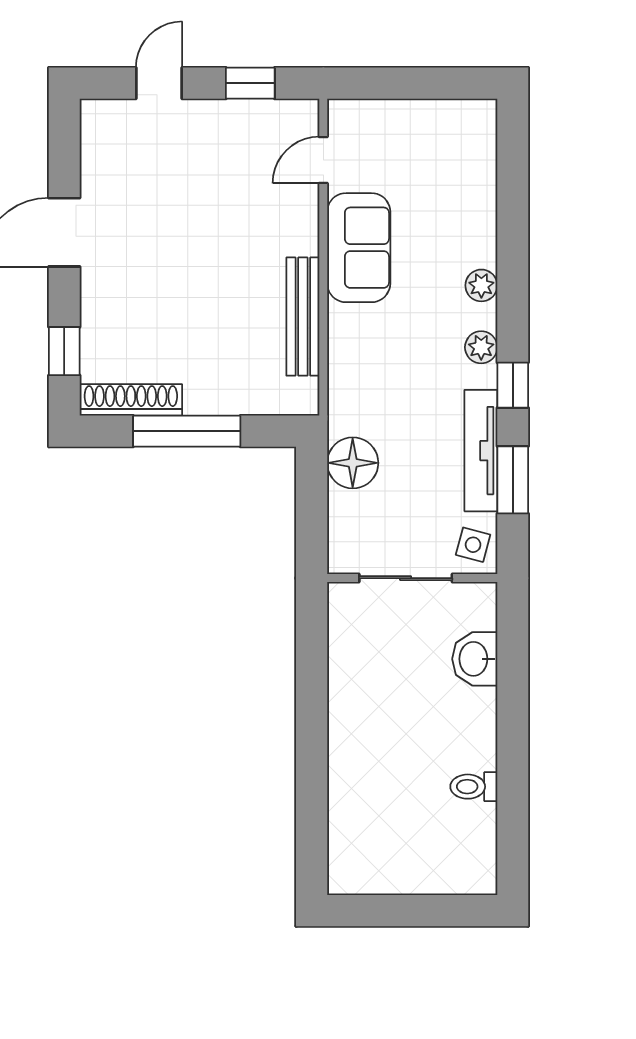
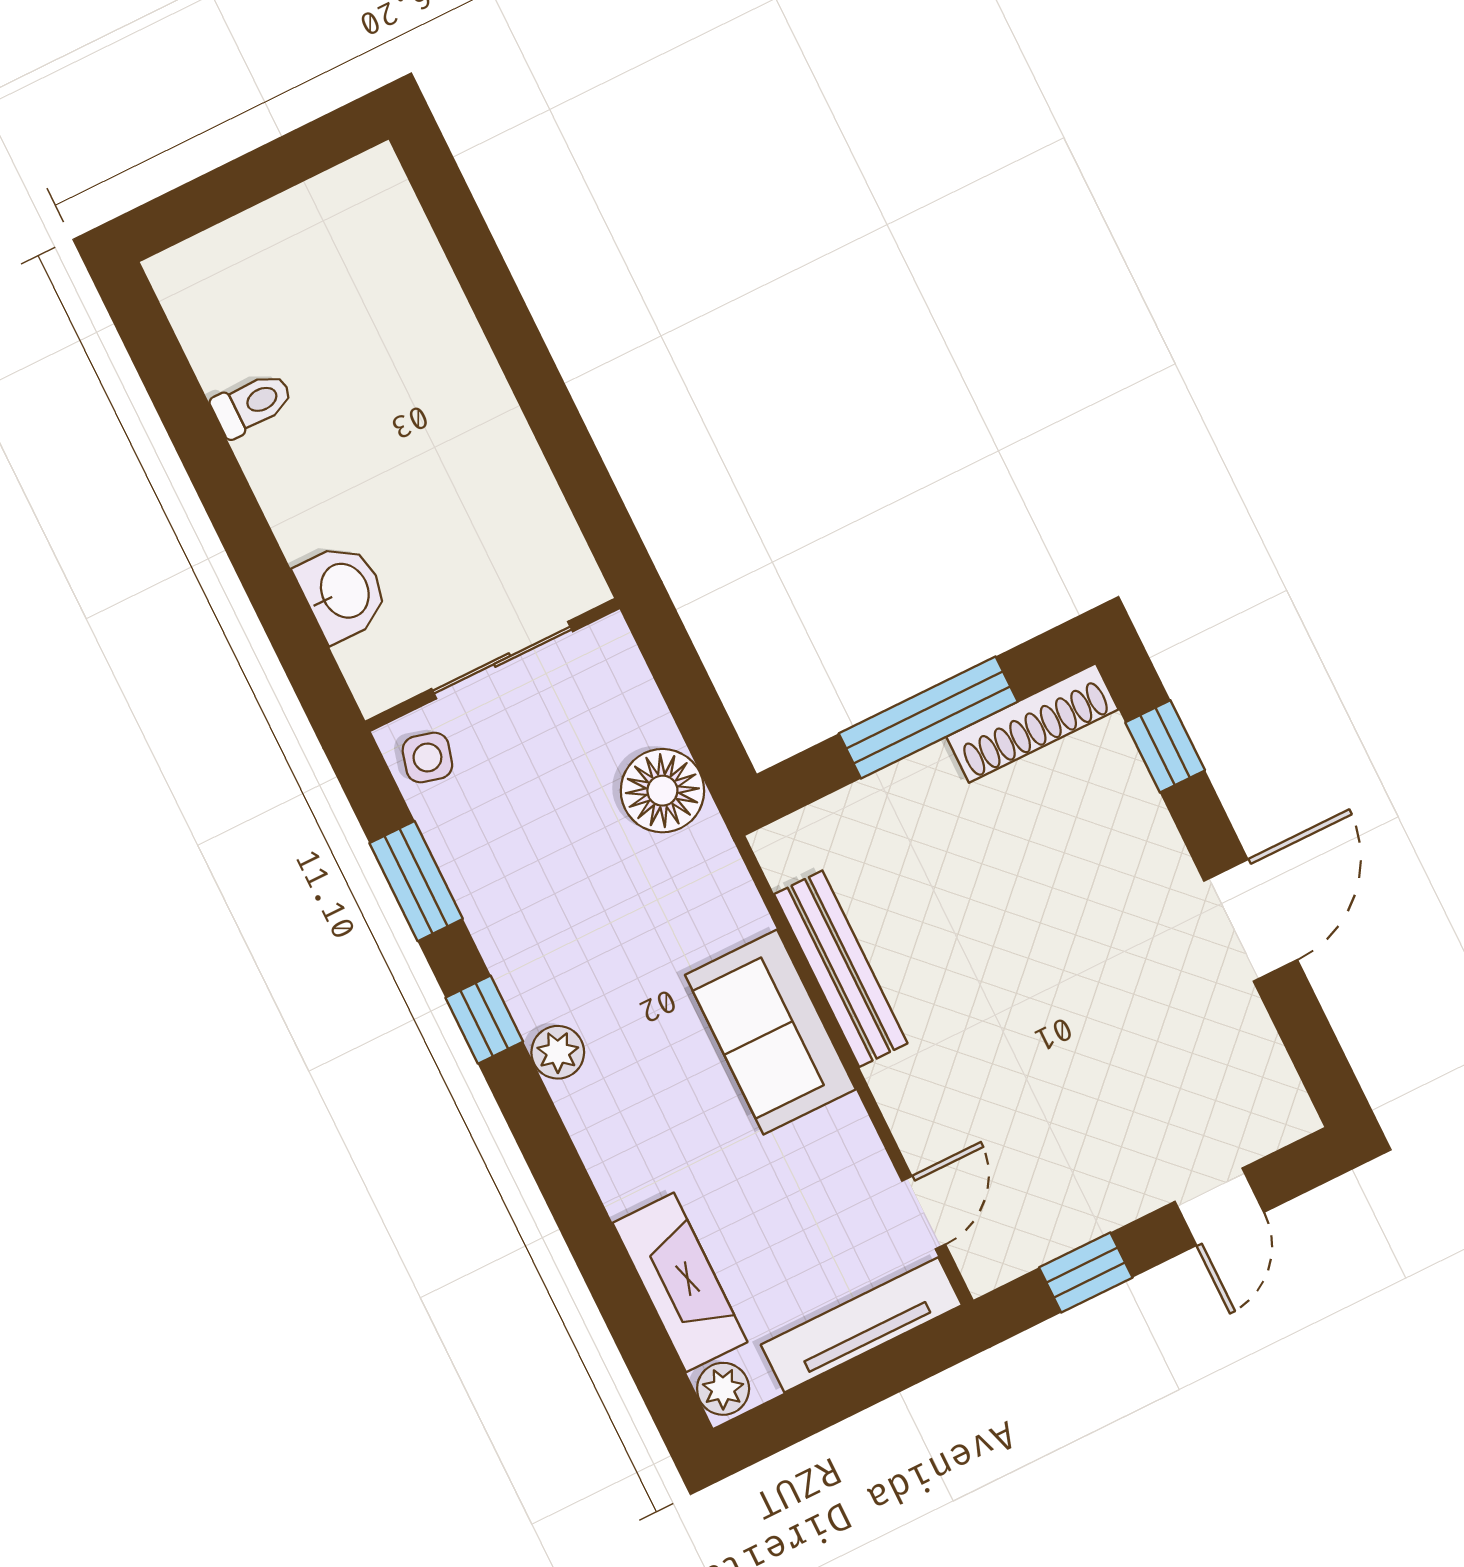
fireplace: (476, 188) -> (680, 1282), added
sofa: (359, 248) -> (770, 1032), moved
plant: (481, 285) -> (723, 1389), moved
tv unit: (481, 451) -> (861, 1325), moved, turned -90

